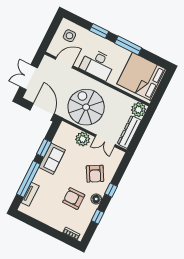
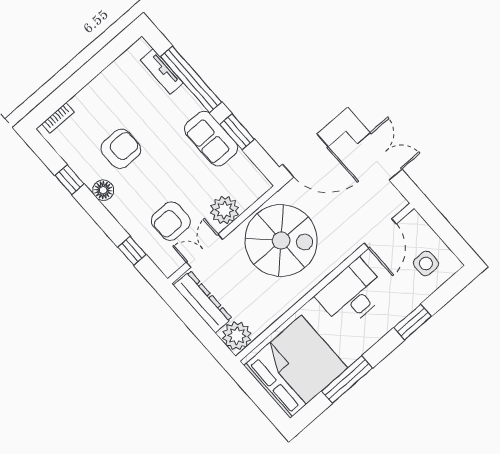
window: (128, 45) -> (347, 380), moved
armchair: (95, 174) -> (171, 221), moved, turned -61
window: (111, 190) -> (132, 251), moved

